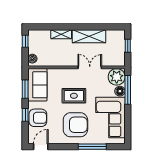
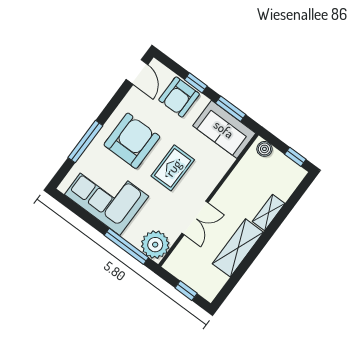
floor lamp: (120, 91) -> (133, 235), removed
armchair: (75, 125) -> (132, 141), turned 180

